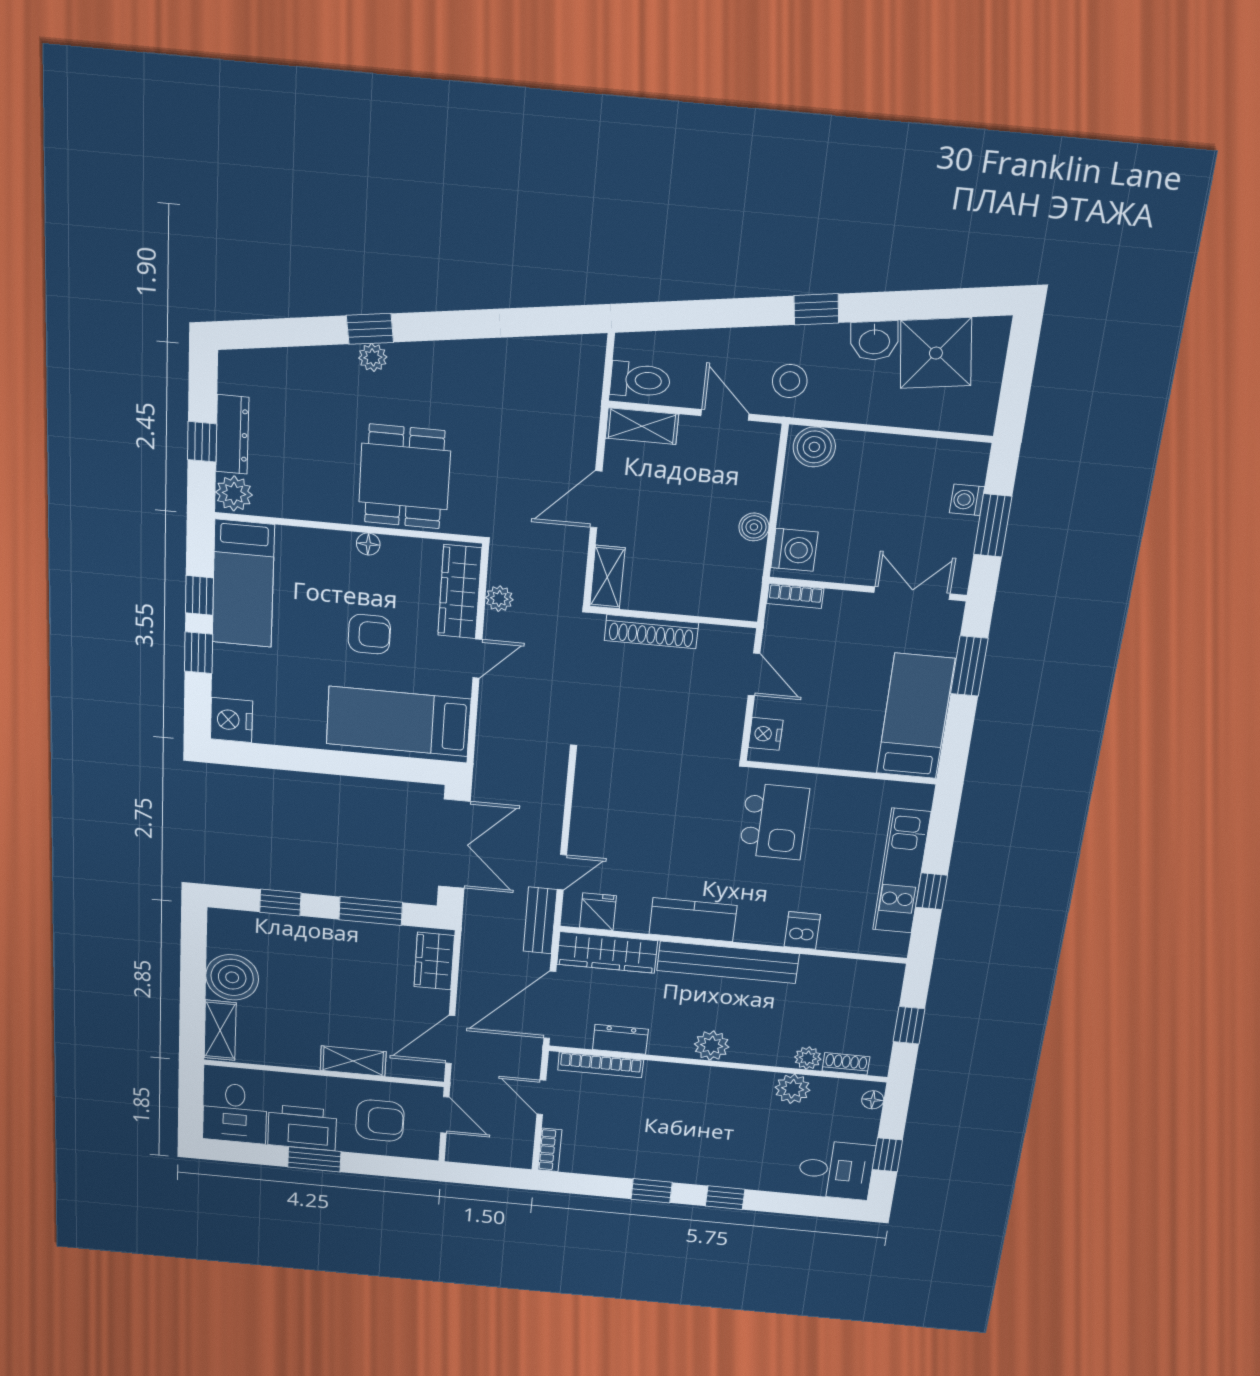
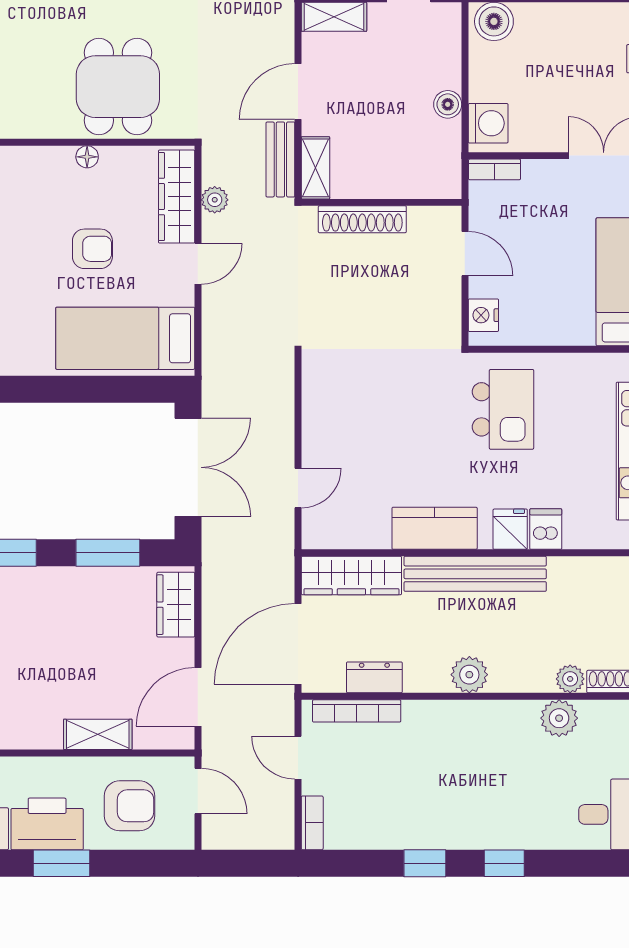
fridge: (598, 912) -> (510, 529), moved
bench: (540, 920) -> (280, 159), moved

